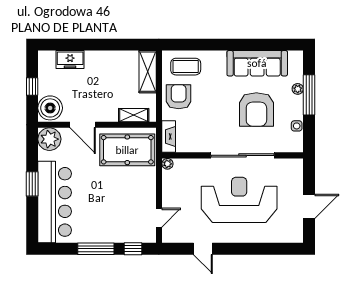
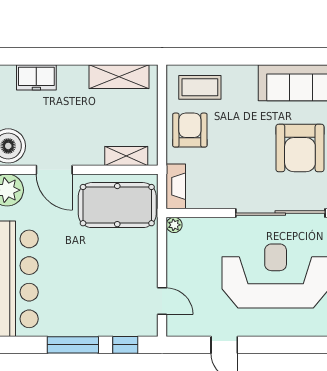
shelving: (148, 72) -> (119, 77), moved, turned 90
door: (159, 218) -> (162, 301), hinge flipped

